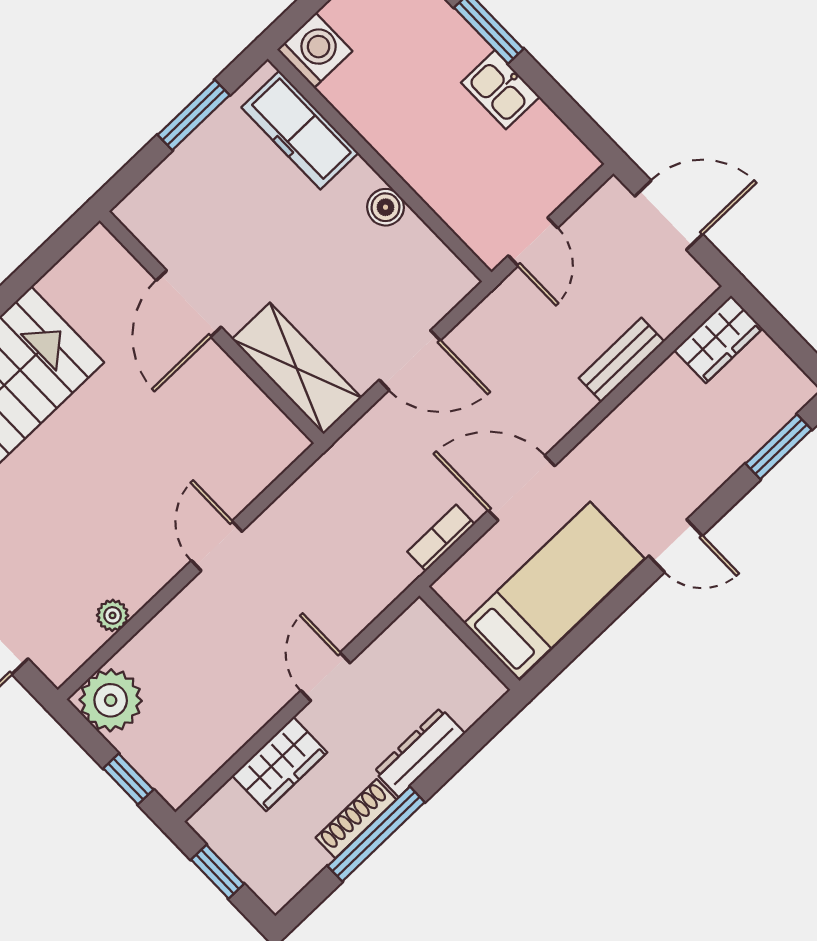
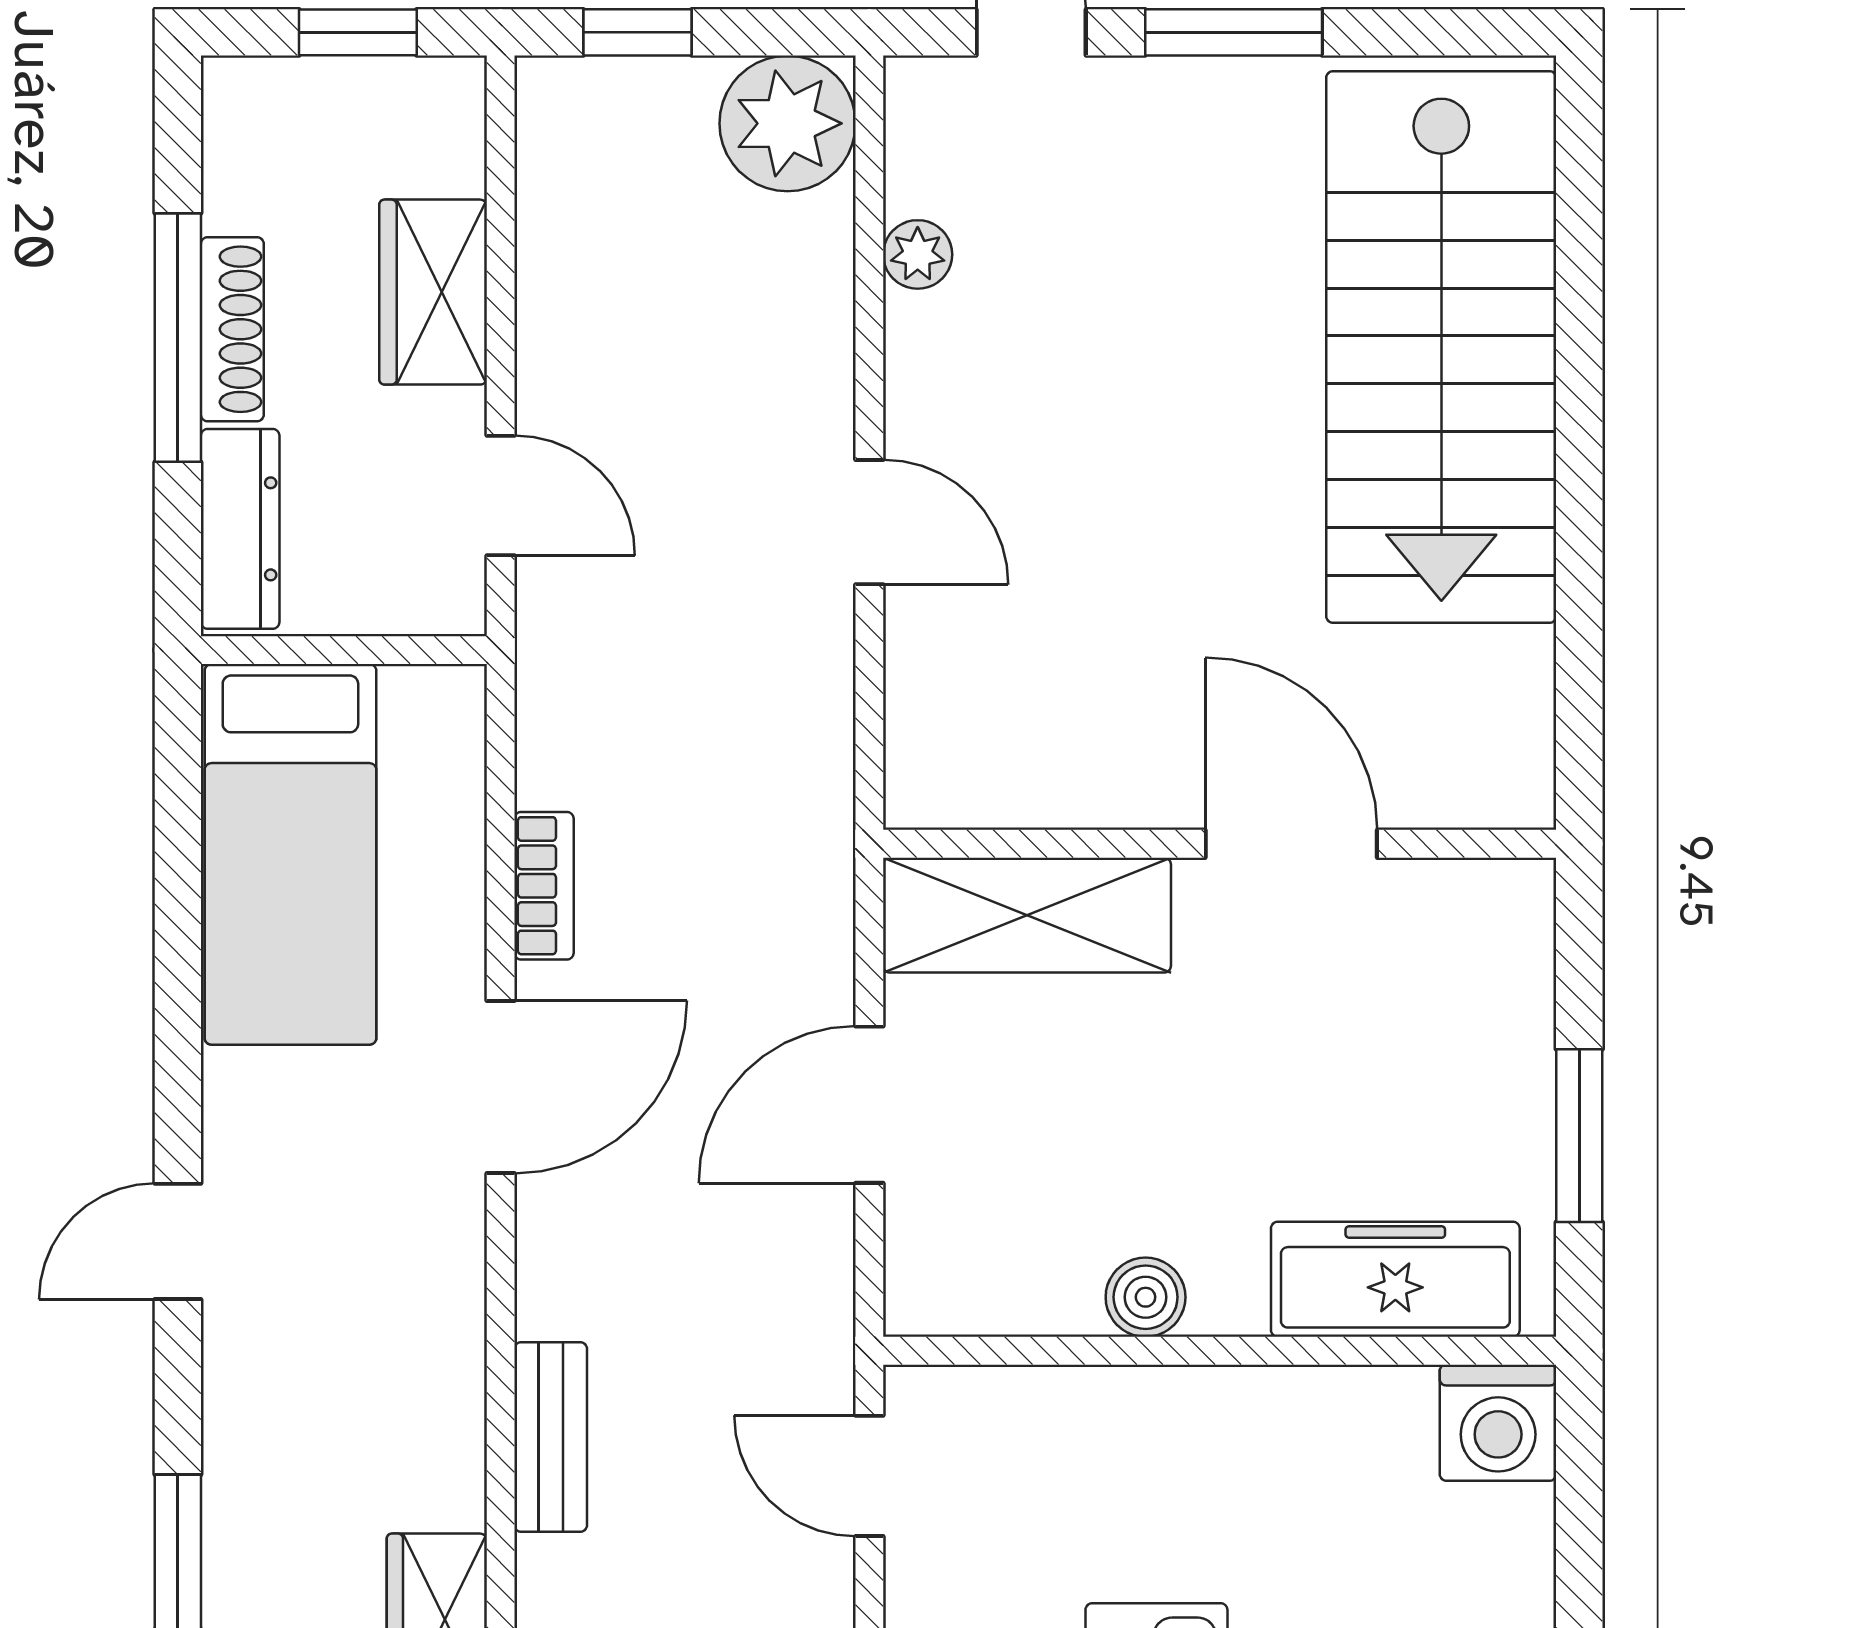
bed: (554, 591) -> (290, 854), moved
wall: (470, 638) -> (344, 650), moved

